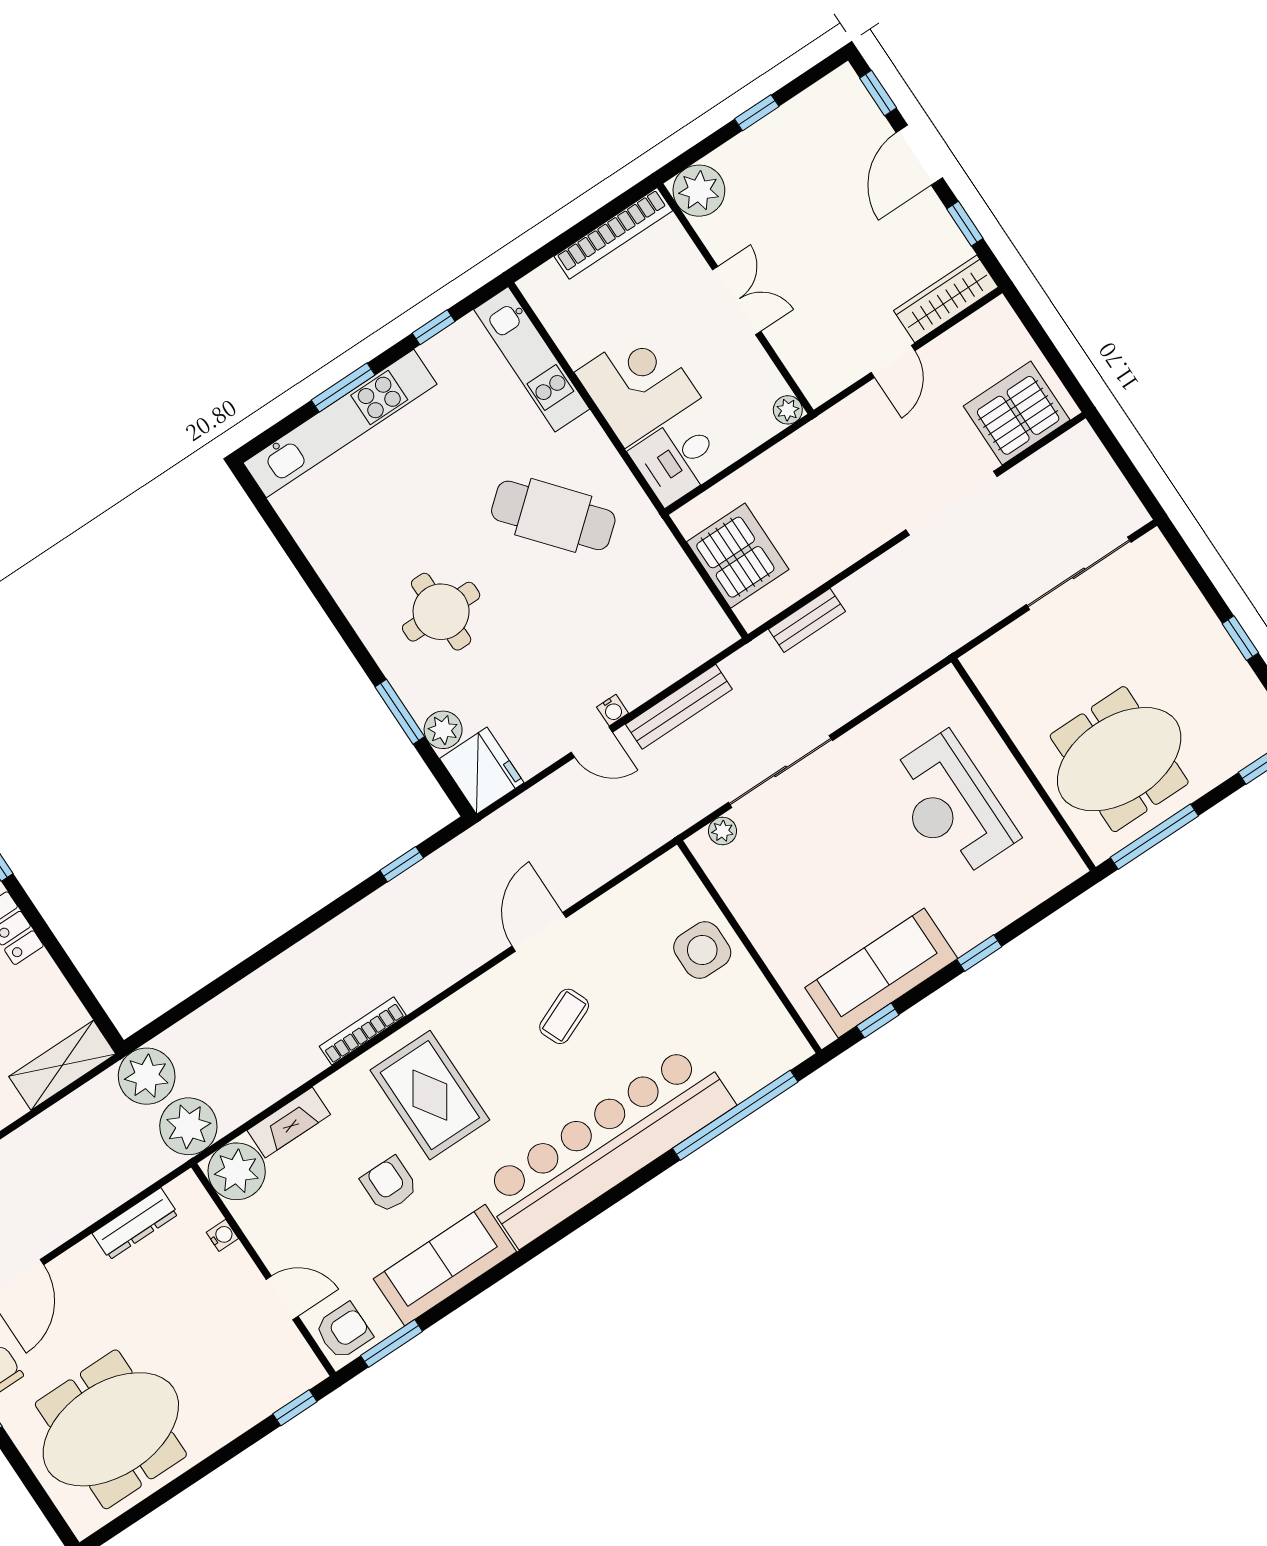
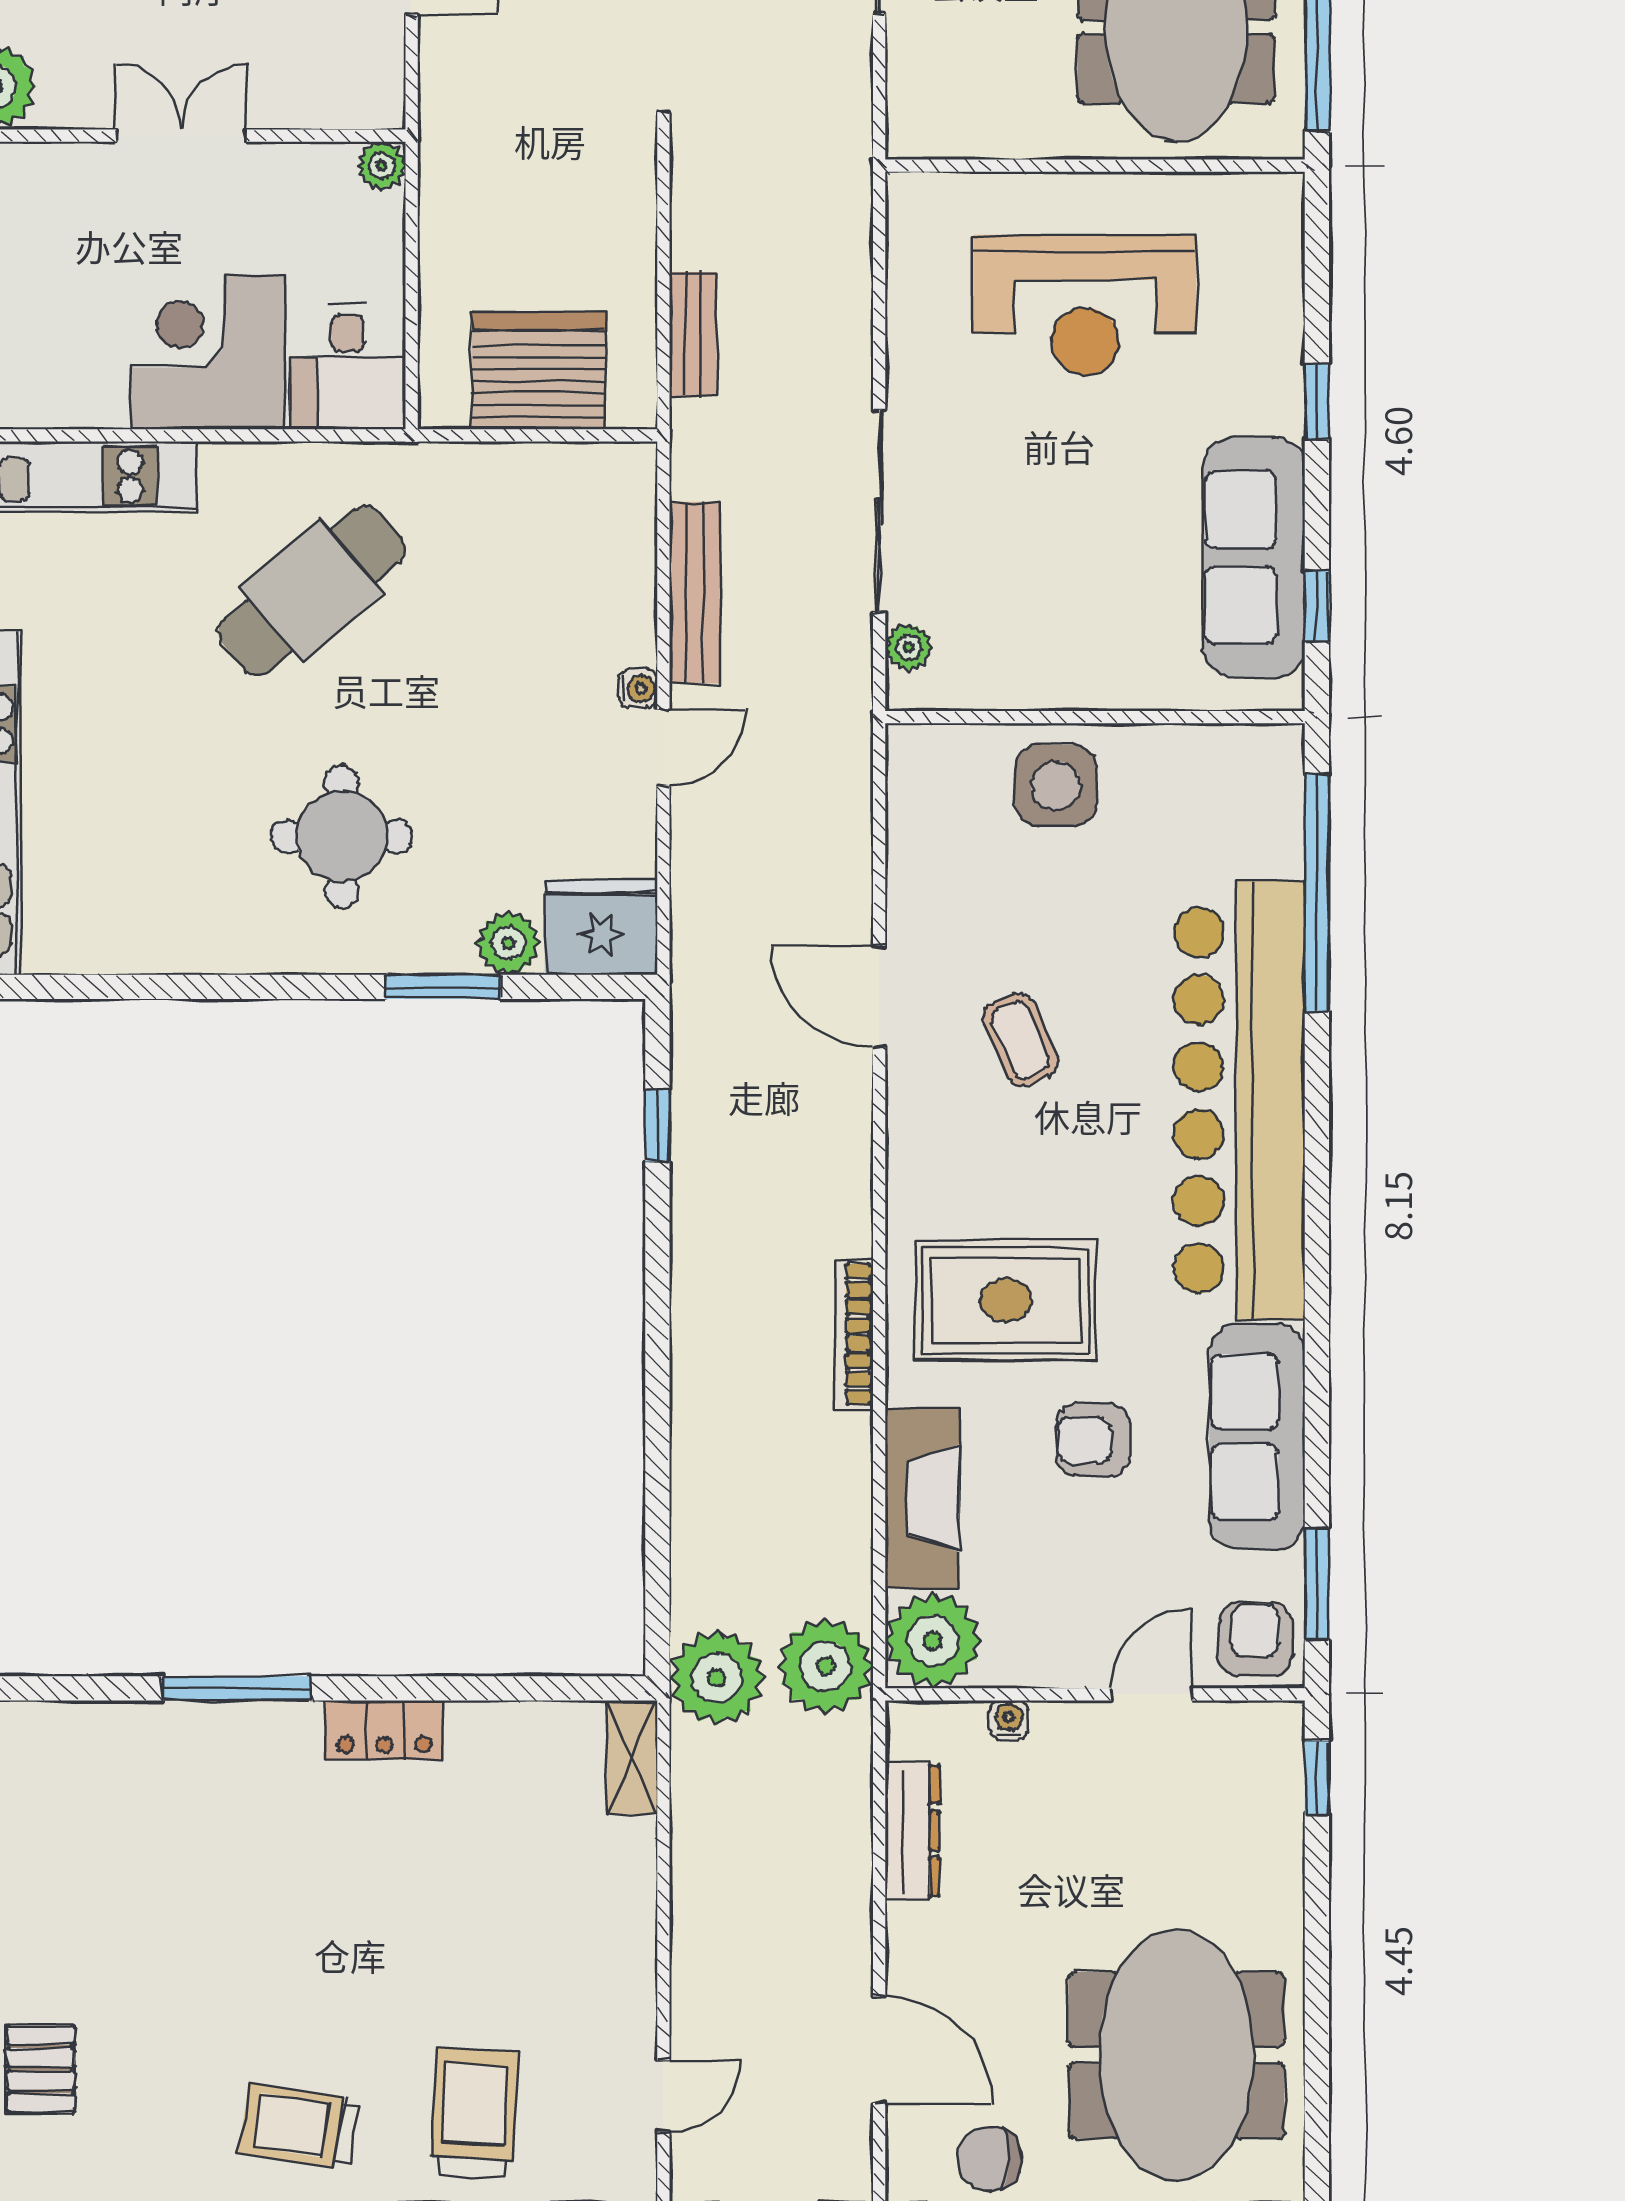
shelving: (62, 1065) -> (632, 1757), width x0.67, depth x0.75
fireplace: (289, 1122) -> (922, 1498), width x1.37, depth x1.32

